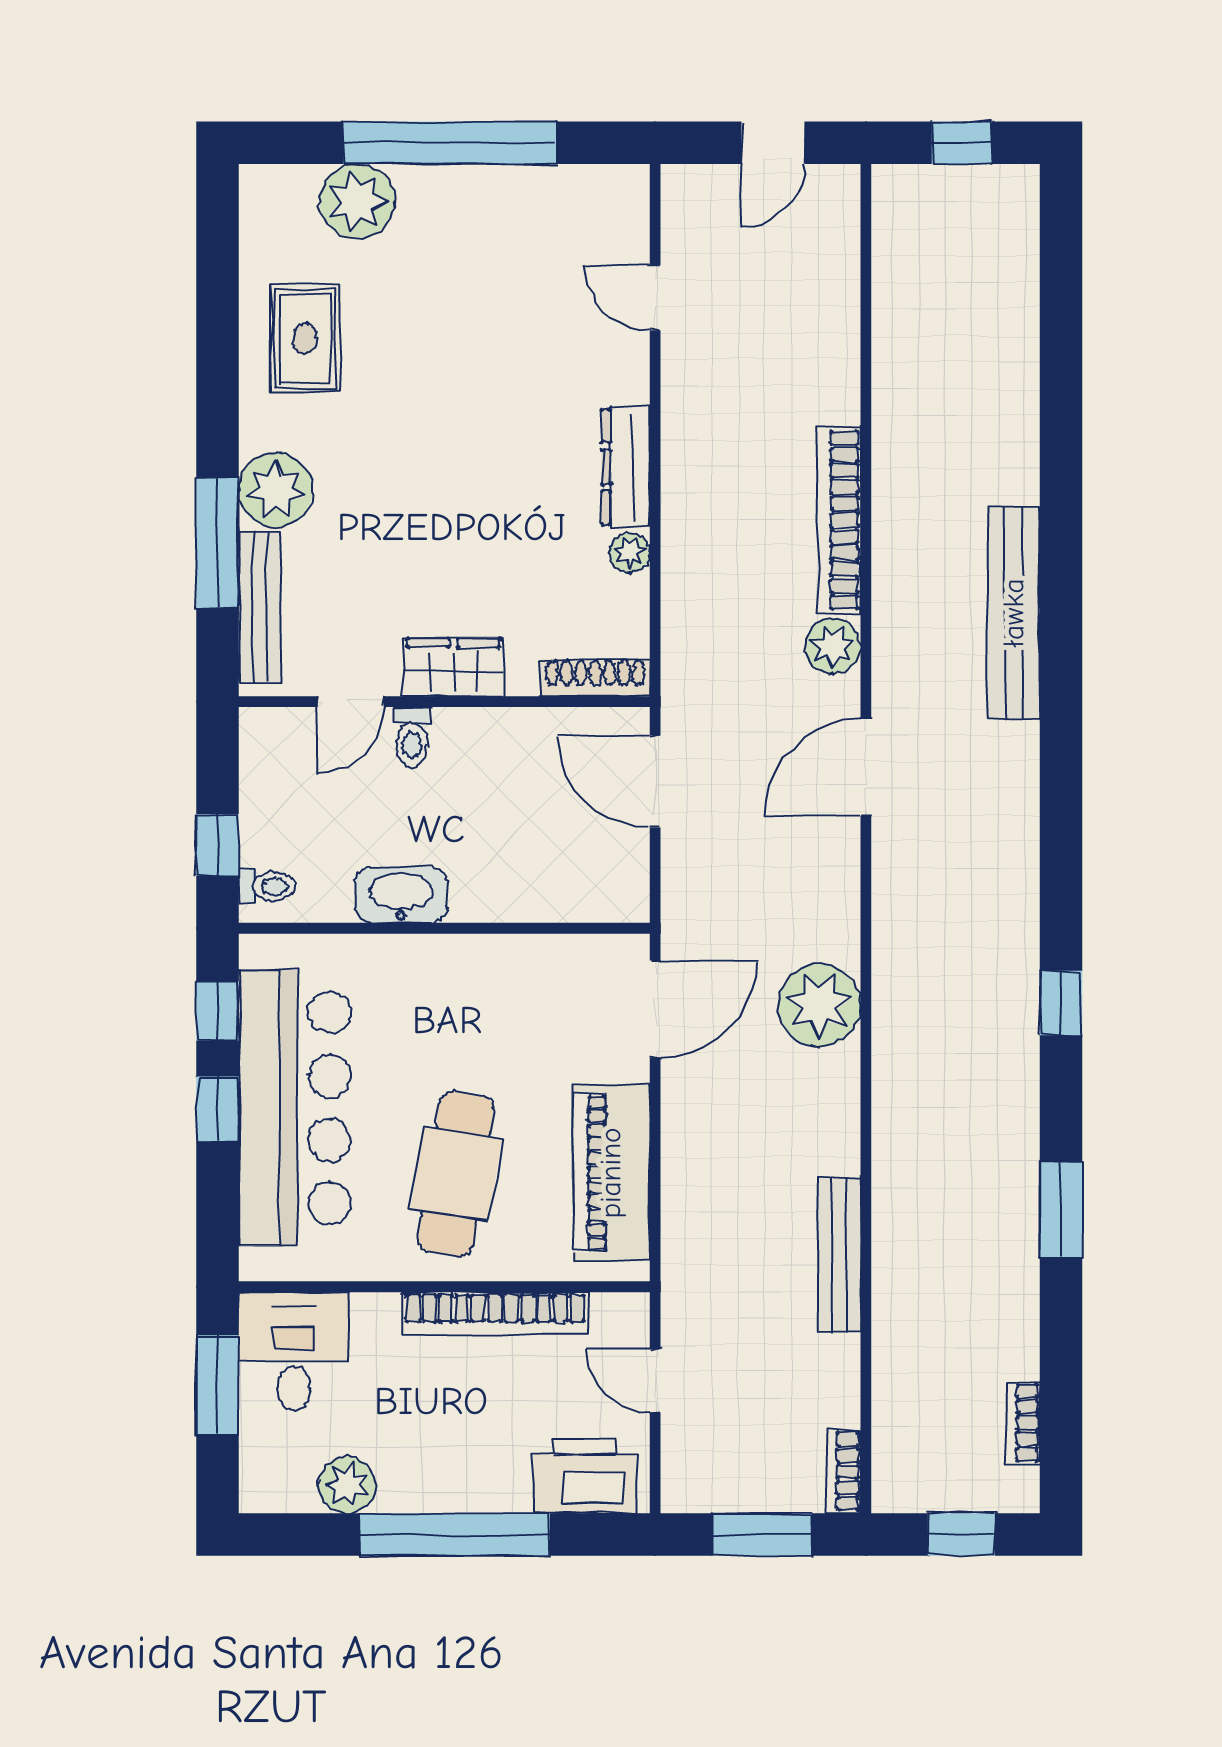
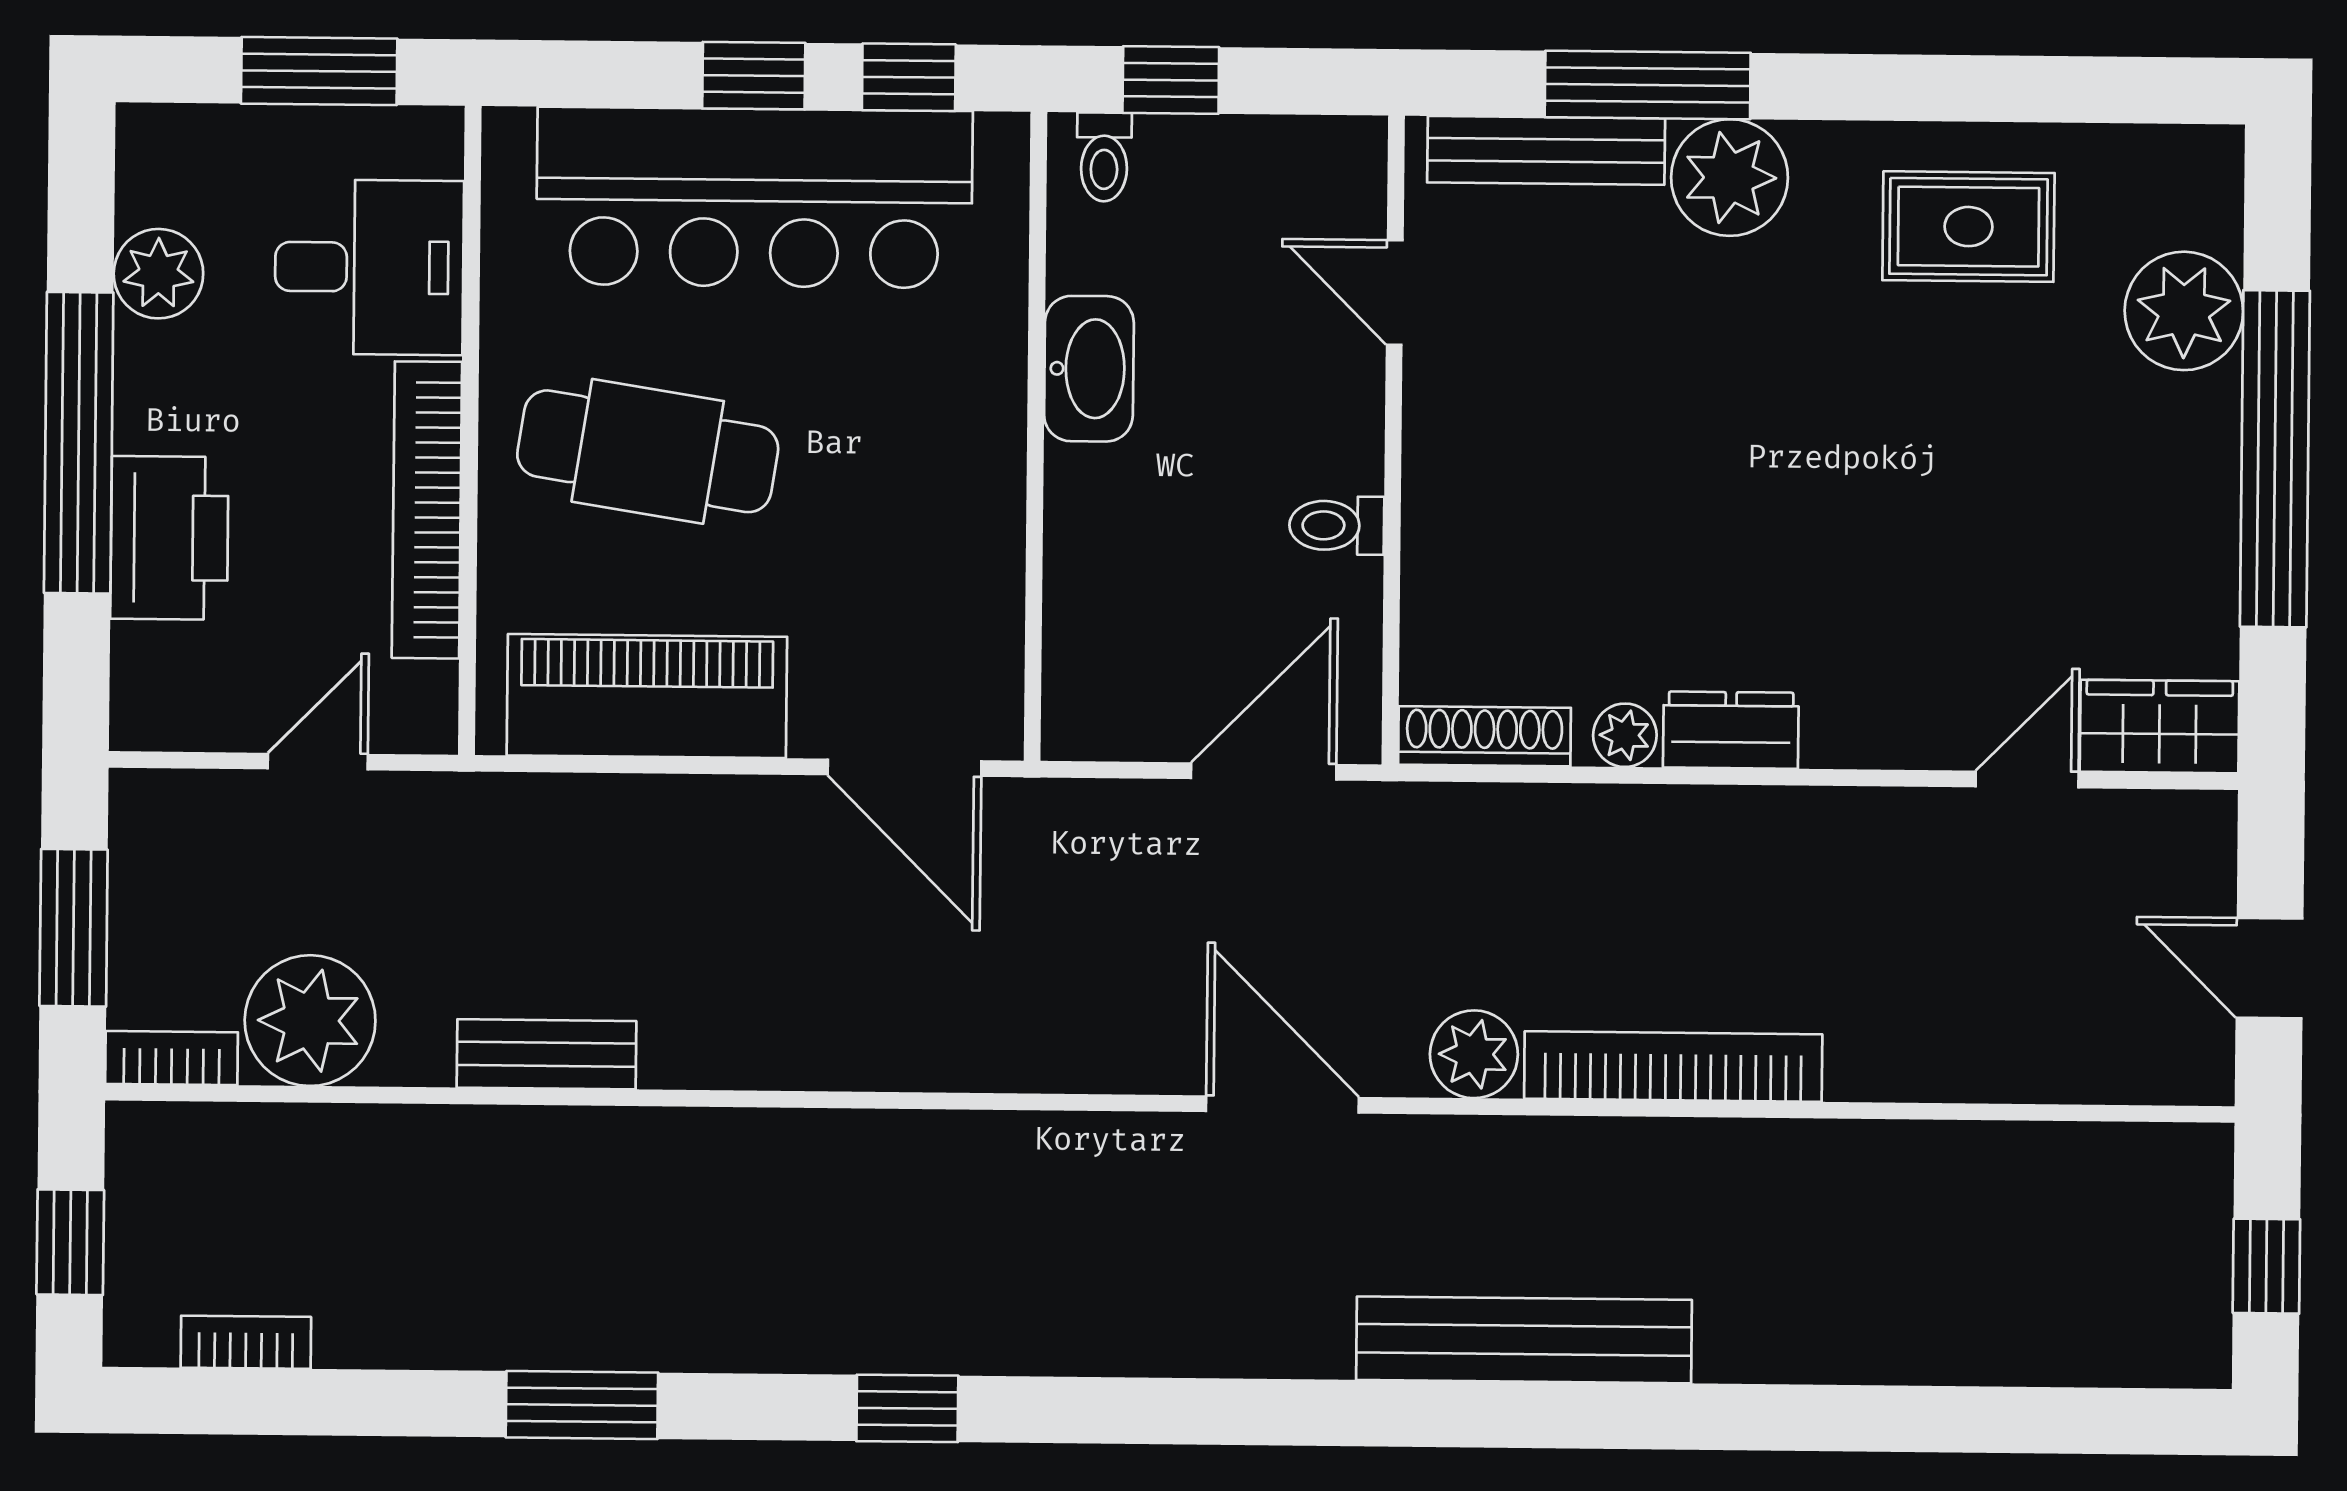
dresser: (626, 467) -> (1731, 730), width x0.70
wardrobe: (453, 667) -> (2159, 727), moved, turned -90
shoe rack: (595, 678) -> (1484, 736), moved, turned -90
toilet: (412, 737) -> (1337, 525), moved
plant: (819, 1005) -> (310, 1021), moved
bench: (839, 1255) -> (547, 1054), width x0.73
desk: (294, 1352) -> (369, 267), moved
printer: (584, 1476) -> (169, 538), moved

